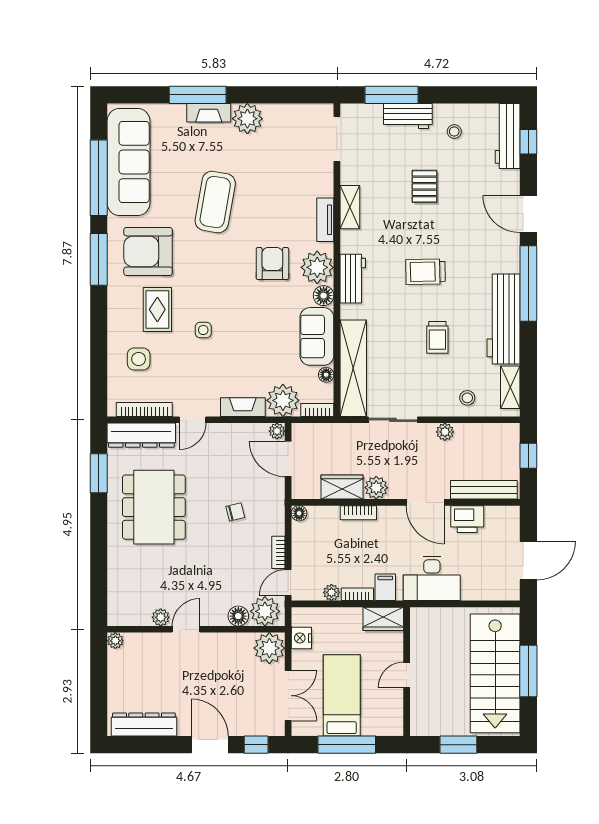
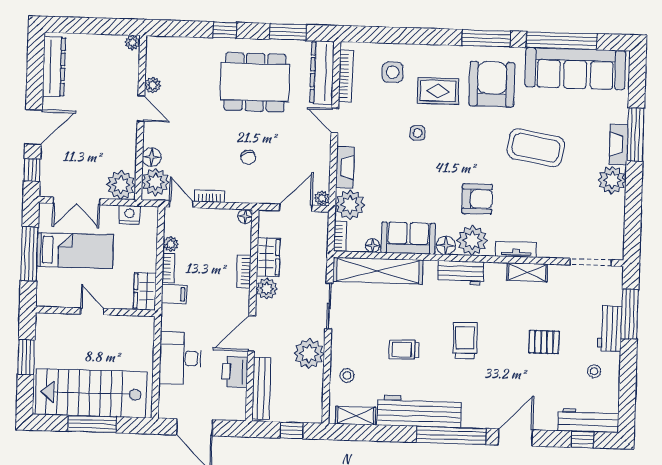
plant: (445, 432) -> (309, 354), width x1.87, depth x1.87
window: (99, 542) -> (225, 30), added
desk: (432, 578) -> (180, 358), moved

